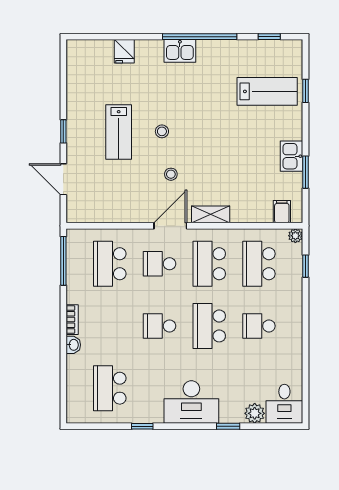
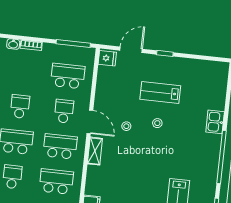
fridge: (124, 51) -> (107, 58), moved, turned 180
kitchen sink: (180, 51) -> (215, 122), moved

